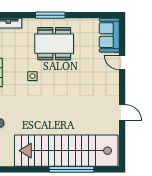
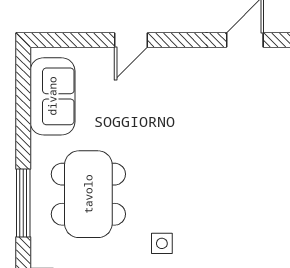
sofa: (109, 35) -> (52, 96), moved, turned -90

